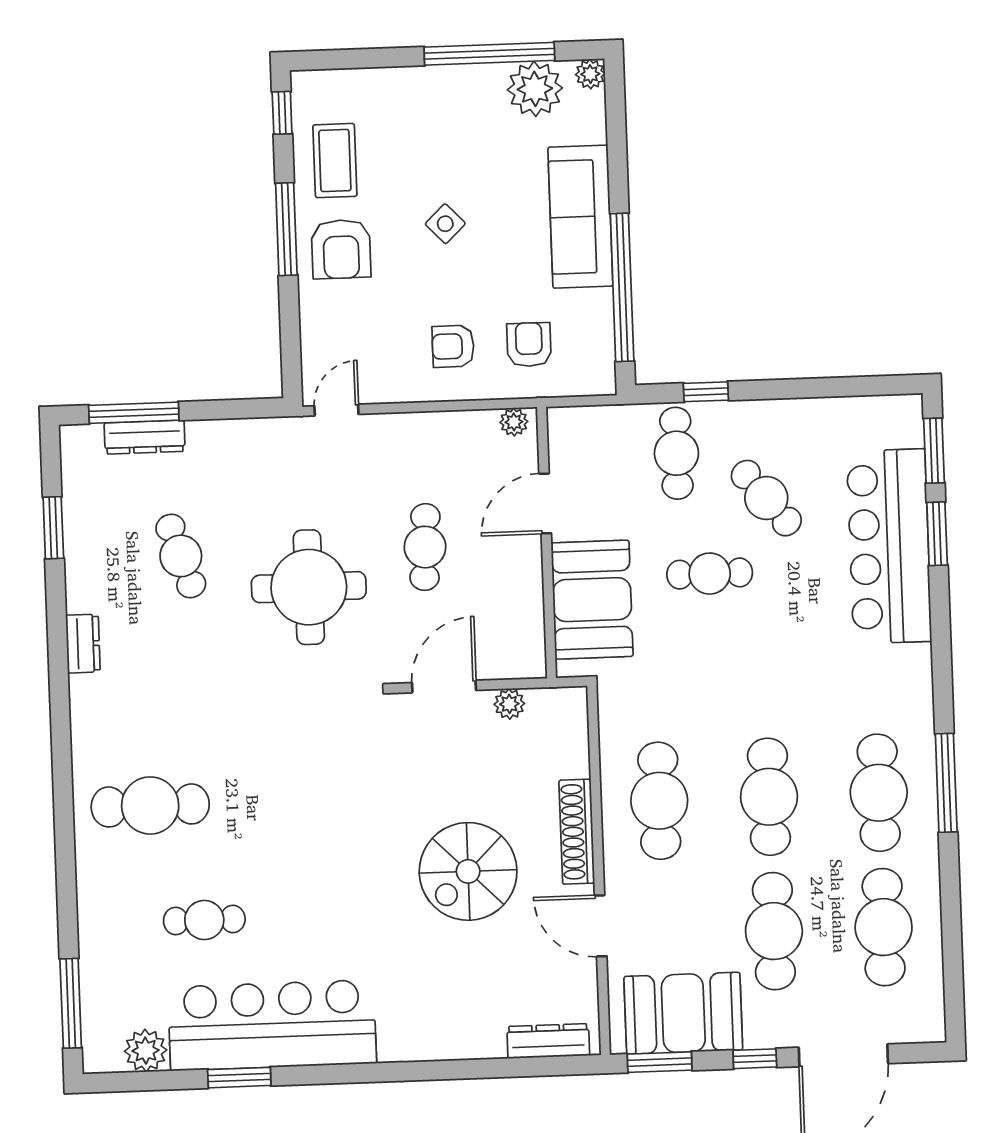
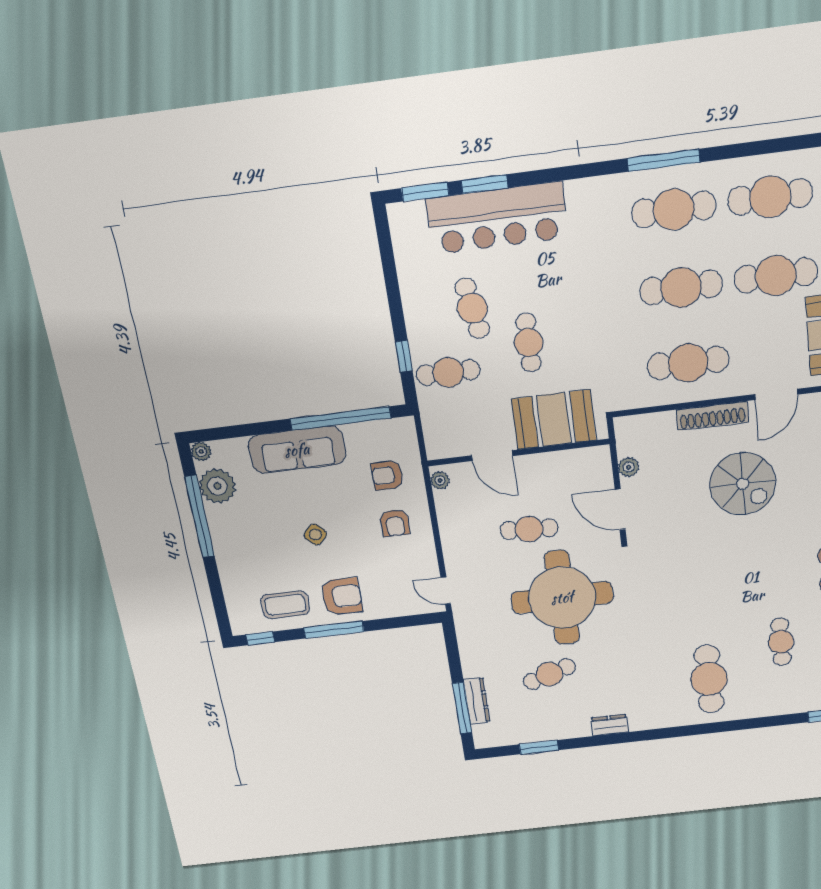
cafe table: (766, 498) -> (472, 308), turned -61
round table: (309, 587) -> (562, 598), width x1.36, depth x1.36

